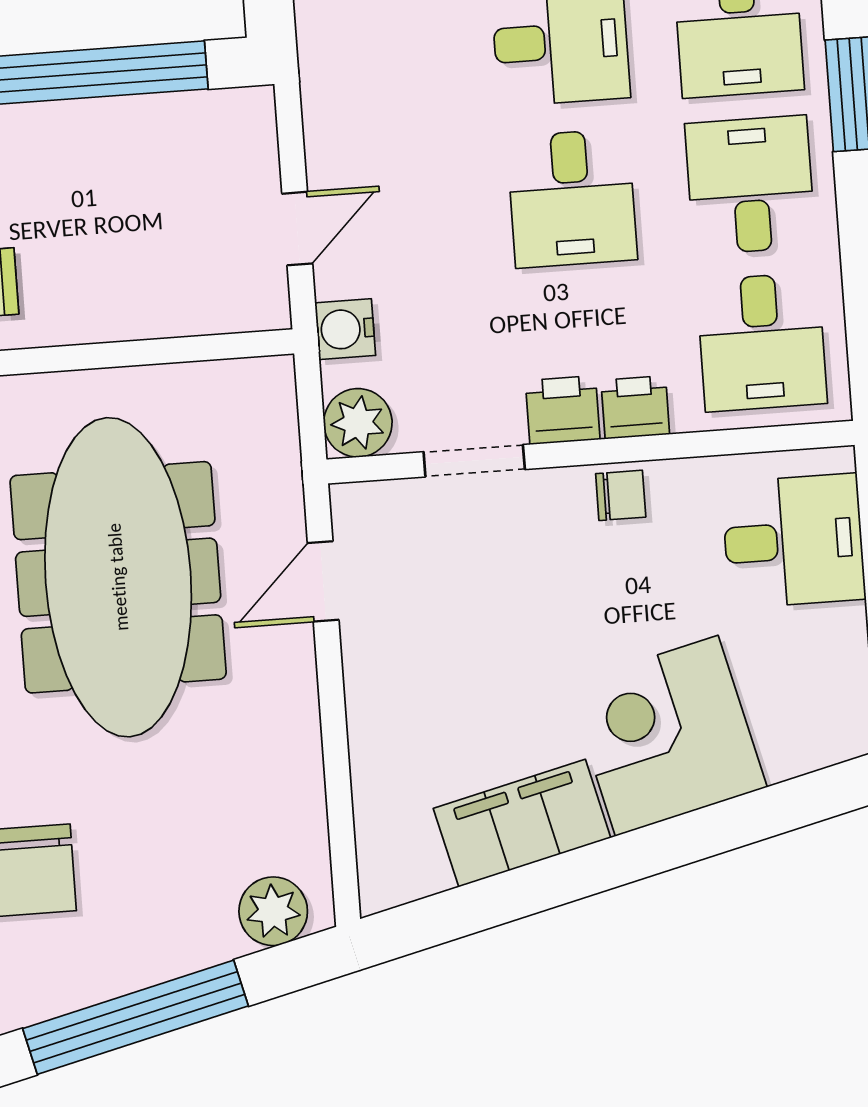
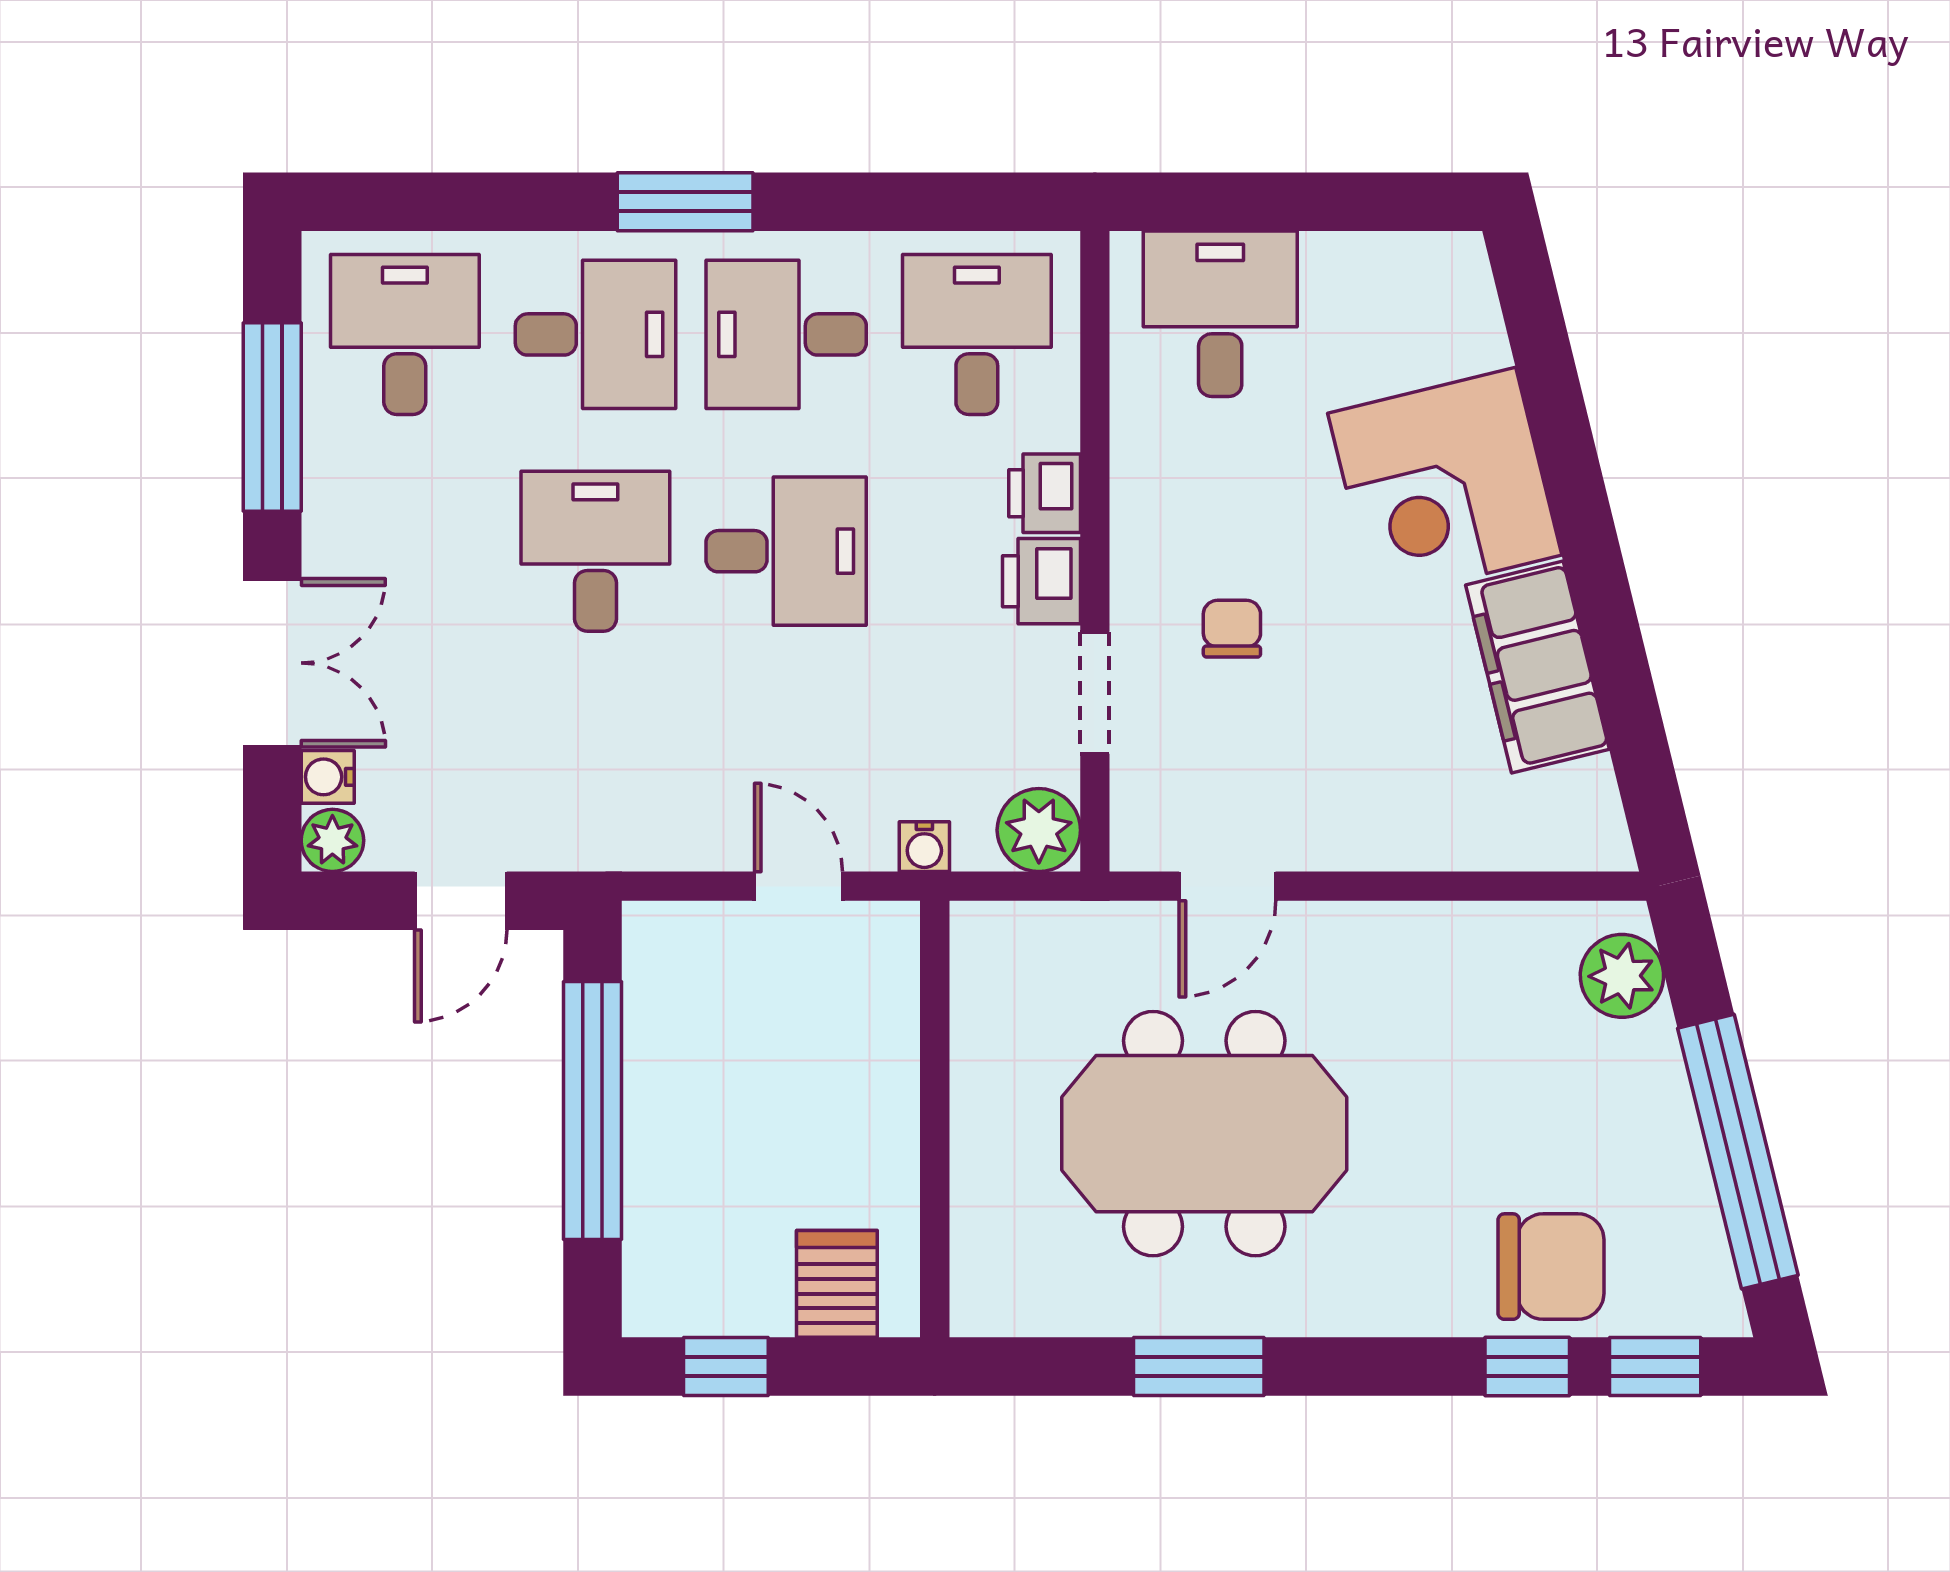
water cooler: (345, 329) -> (924, 847), width x0.72, depth x0.72
desk: (762, 342) -> (977, 334), turned -90
chair: (621, 495) -> (1232, 629), moved
meeting table: (118, 577) -> (1204, 1134), width x0.73
door: (323, 581) -> (1227, 886), hinge flipped

